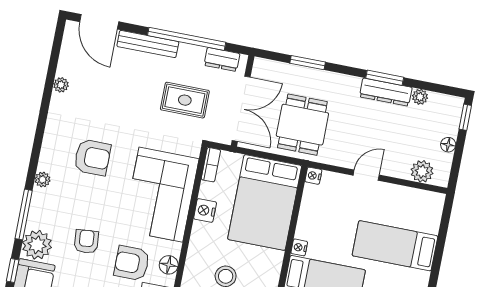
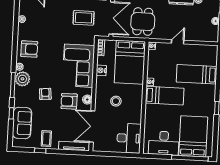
armchair: (92, 157) -> (29, 49), moved
plant: (422, 171) -> (205, 36), removed
plant: (37, 245) -> (22, 79), moved

